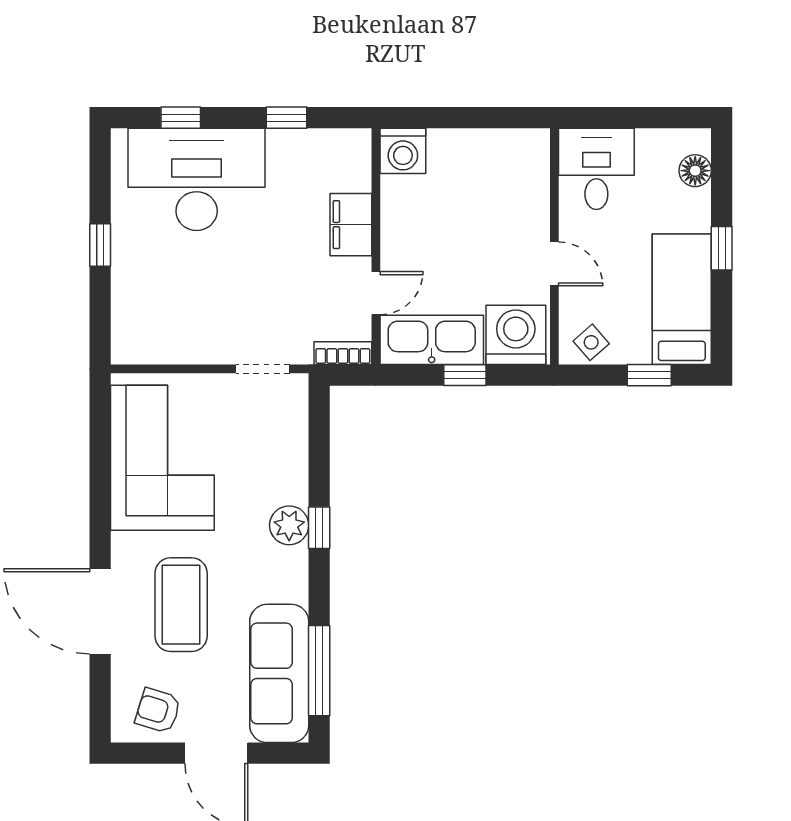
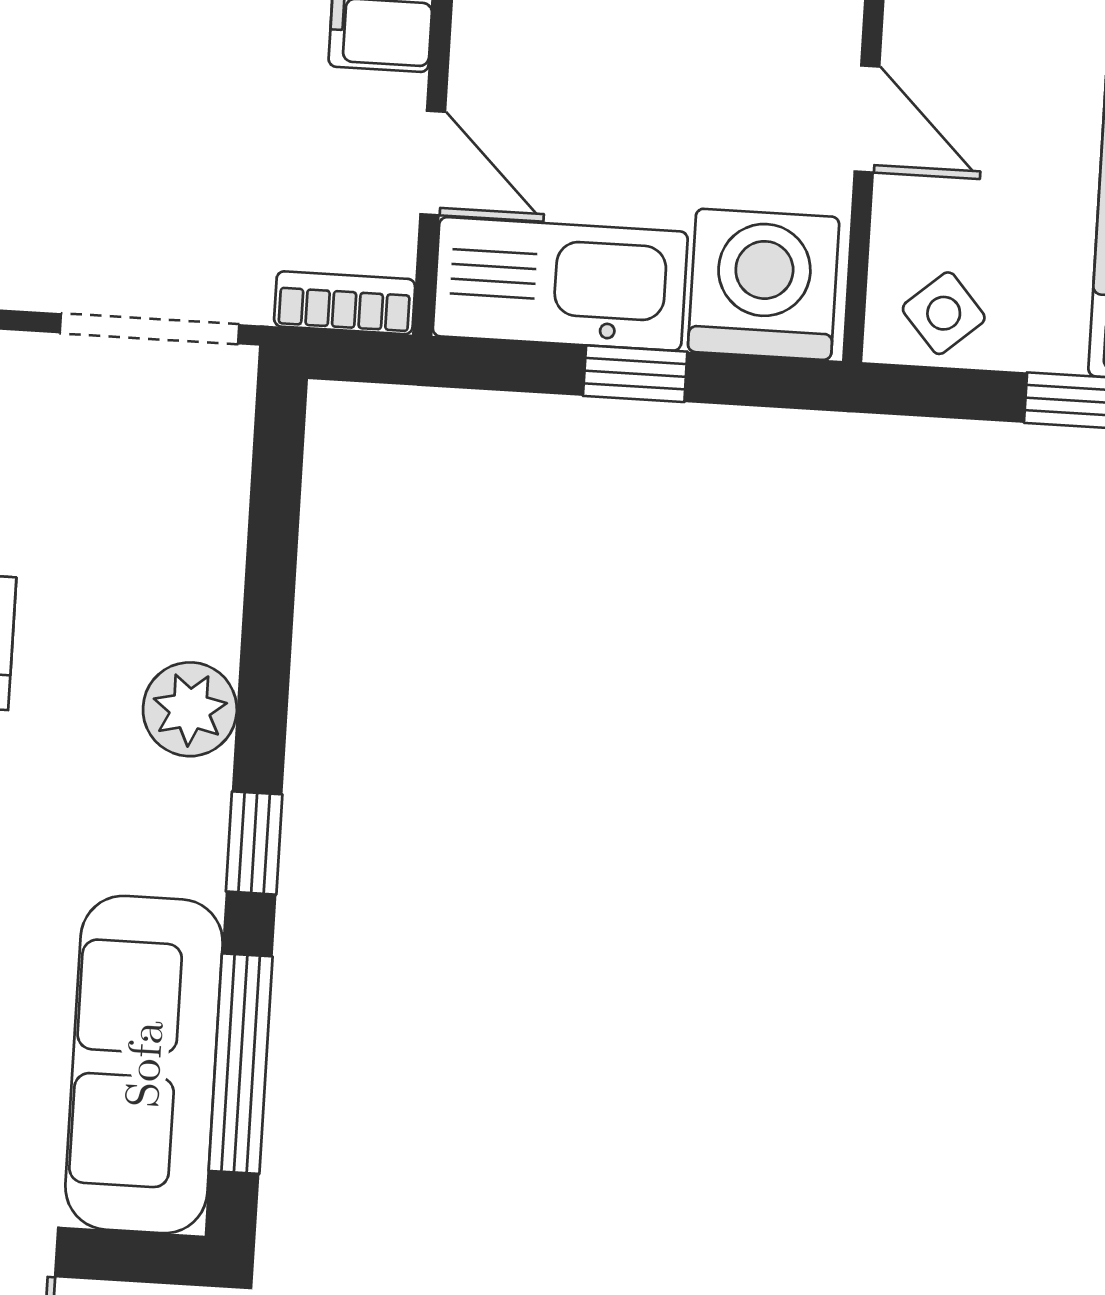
door: (376, 293) -> (433, 163), hinge flipped
doorway: (263, 369) -> (149, 329), width x1.38
window: (319, 528) -> (254, 843), moved

